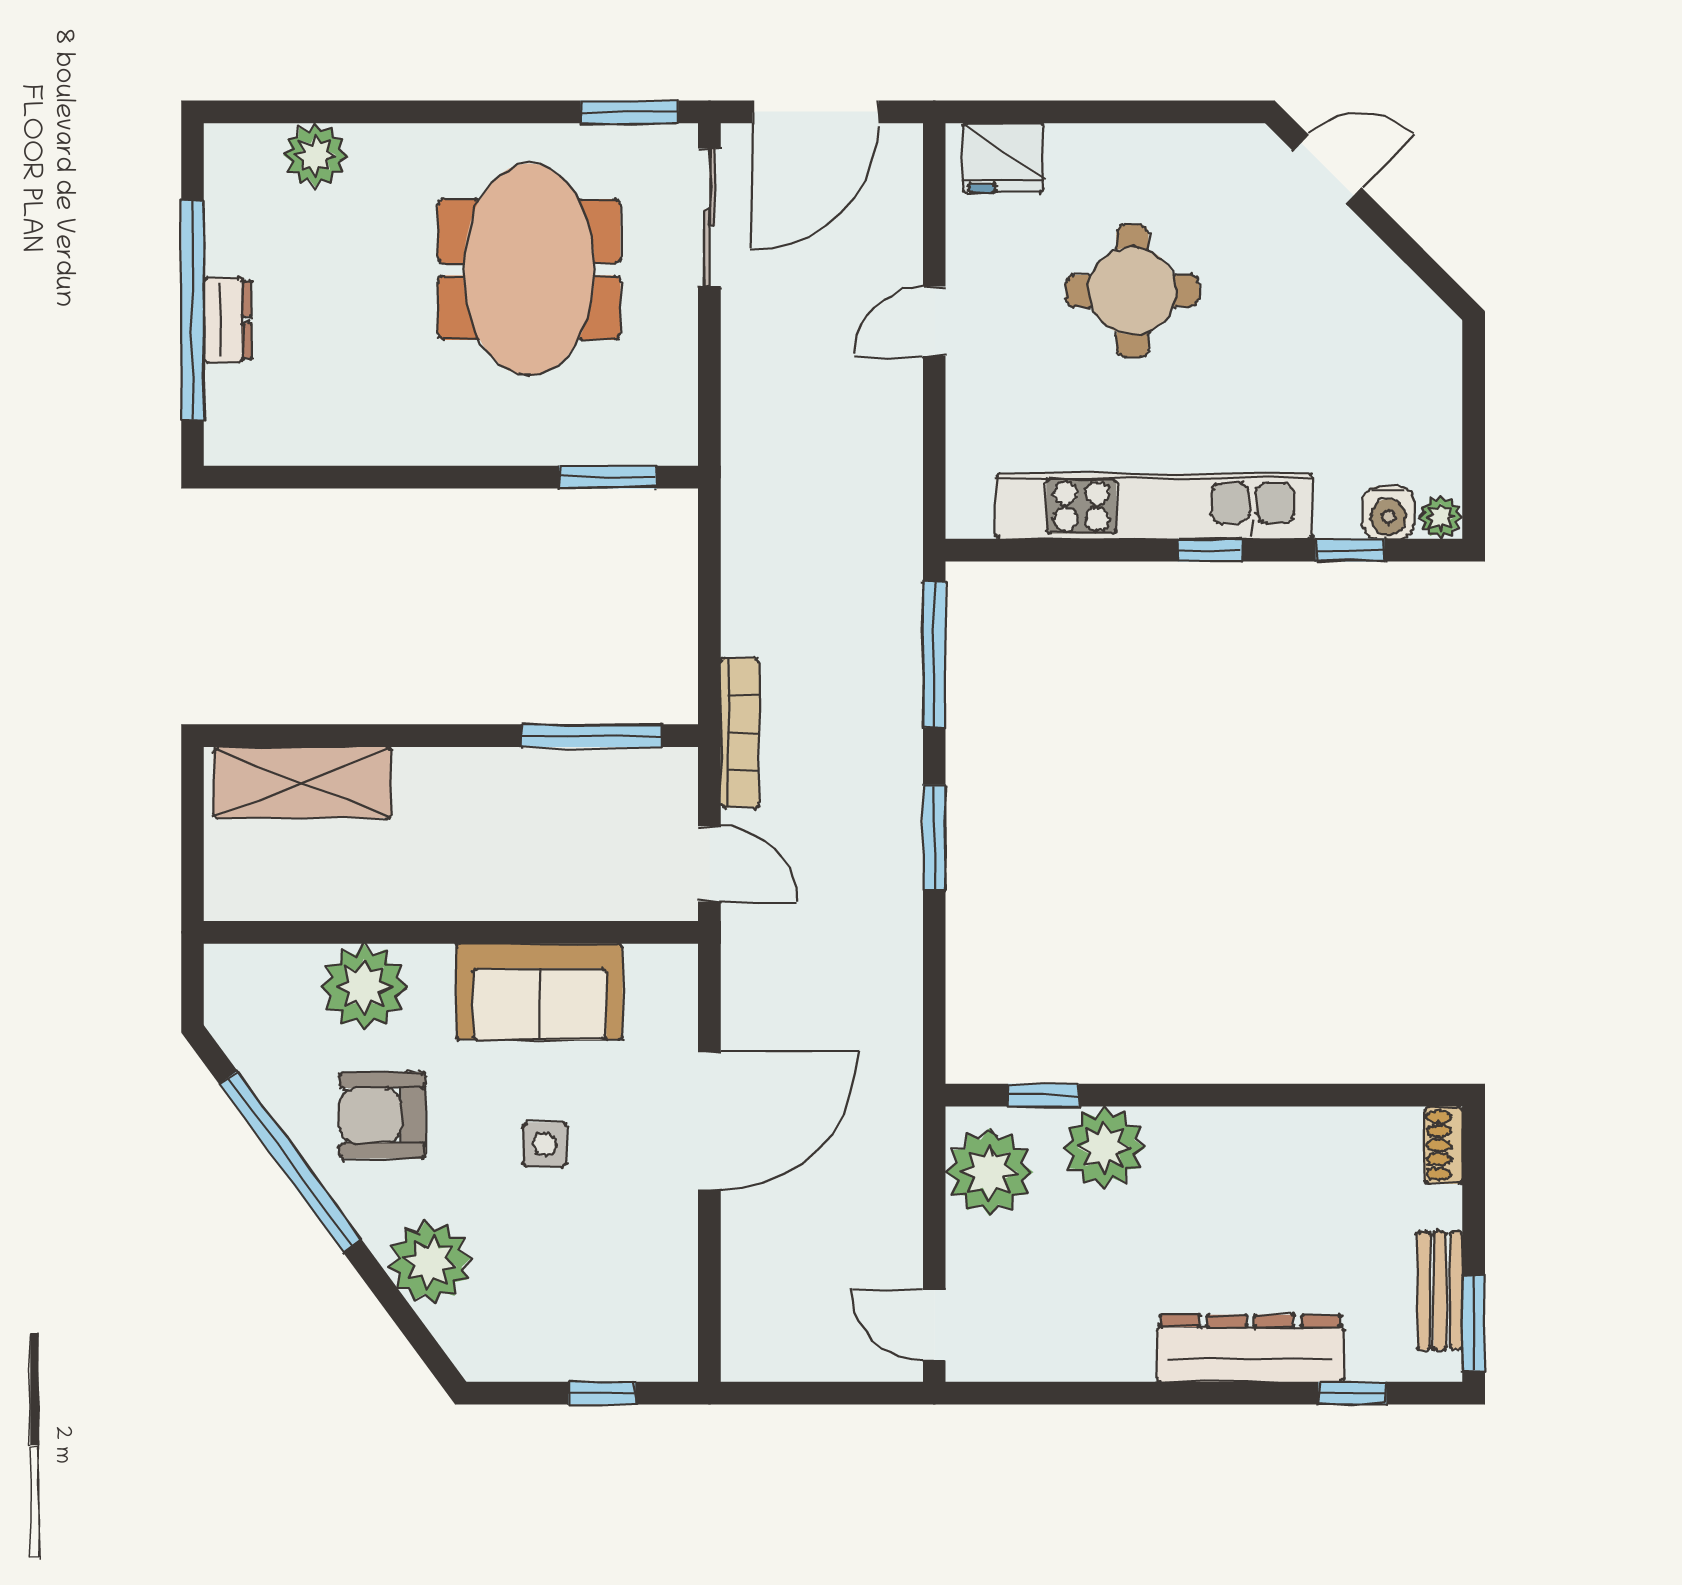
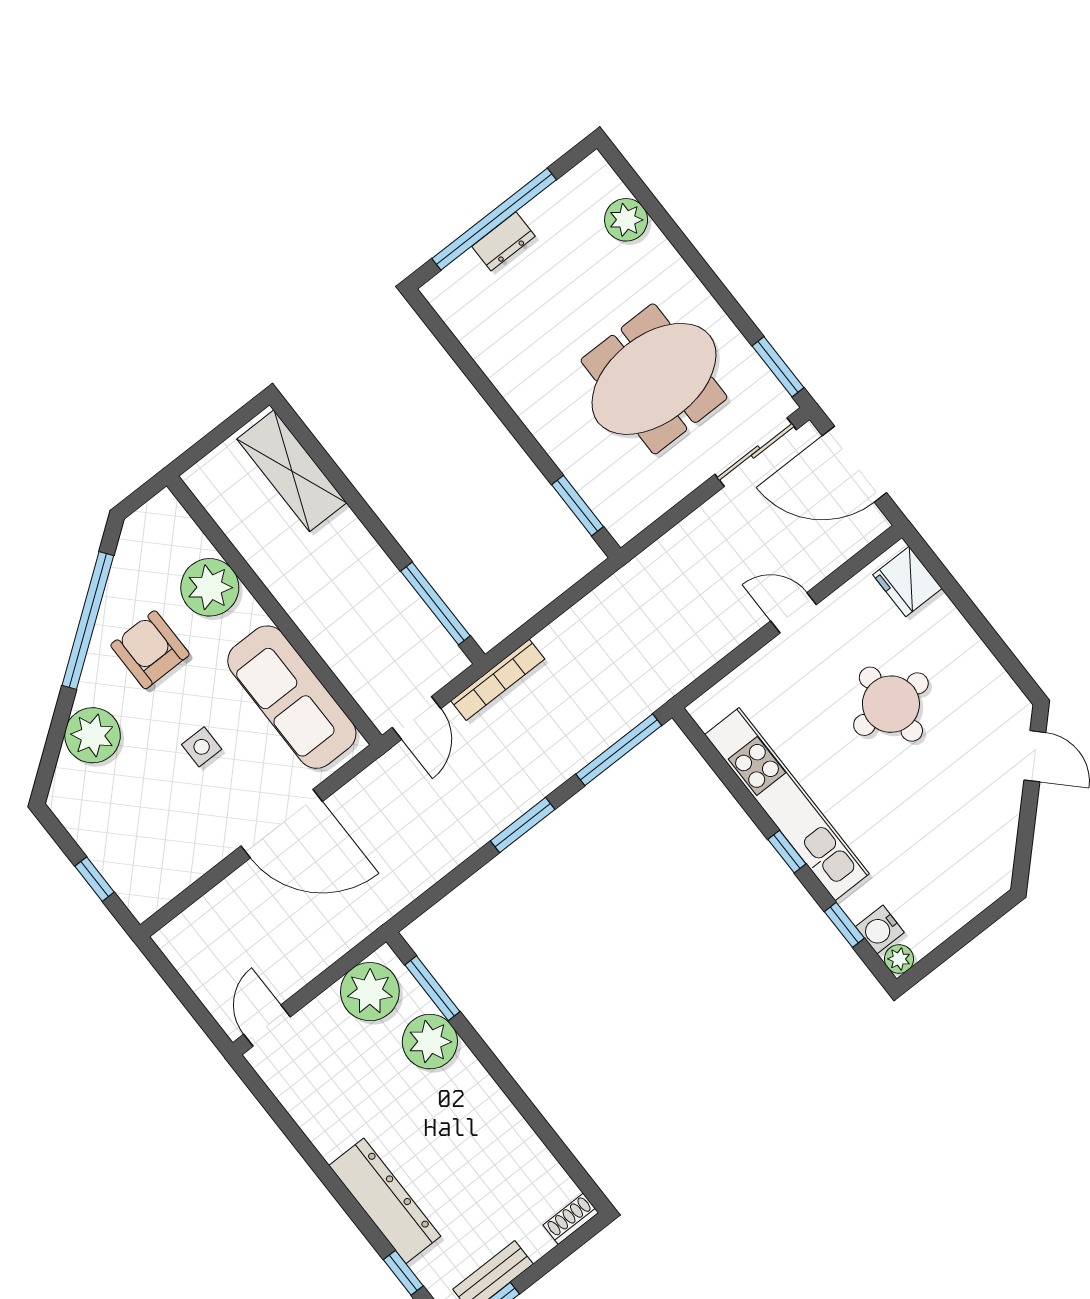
sofa: (540, 992) -> (292, 697), width x1.36
window: (1043, 1095) -> (432, 988), width x1.50

